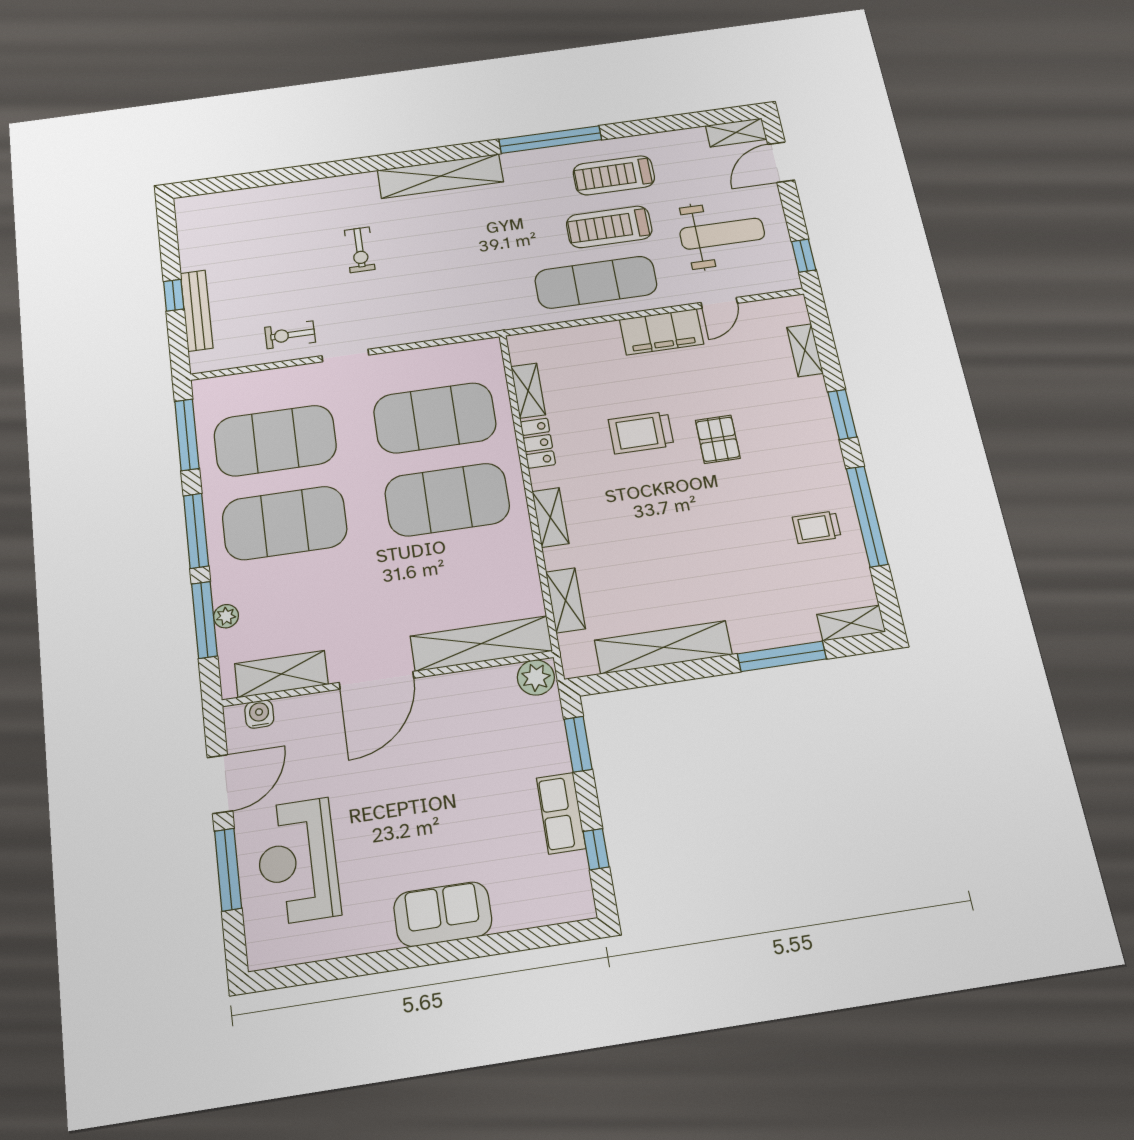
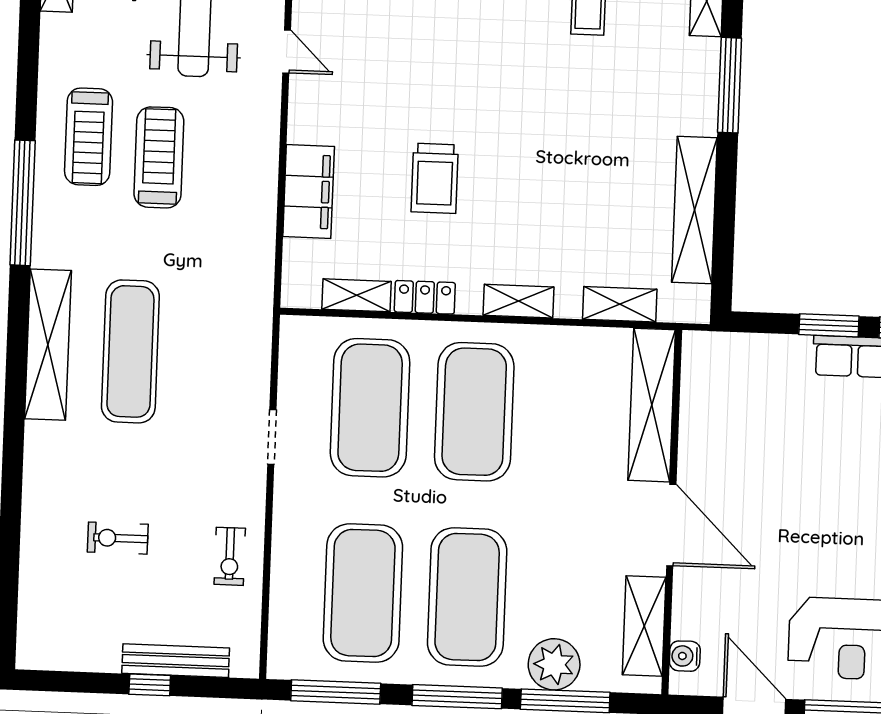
treadmill: (609, 227) -> (159, 157), turned 180
exercise bike: (360, 250) -> (118, 538), moved, turned 180
exercise mat: (596, 282) -> (130, 351), moved
filing cabinet: (661, 332) -> (309, 192), moved
doorway: (345, 355) -> (272, 437), moved
pallet: (718, 439) -> (460, 94), removed
plant: (226, 616) -> (554, 664), width x1.88, depth x1.88
plant: (536, 677) -> (702, 354), removed
window: (578, 744) -> (829, 325), moved

